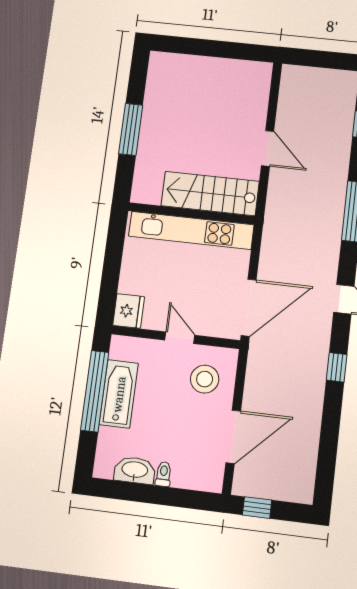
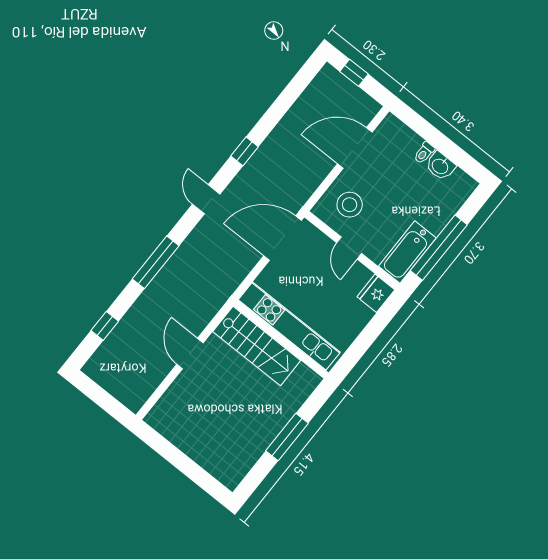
bathtub: (119, 394) -> (407, 252), moved
washbasin: (135, 470) -> (440, 166), width x0.72
window: (257, 508) -> (354, 73), moved

